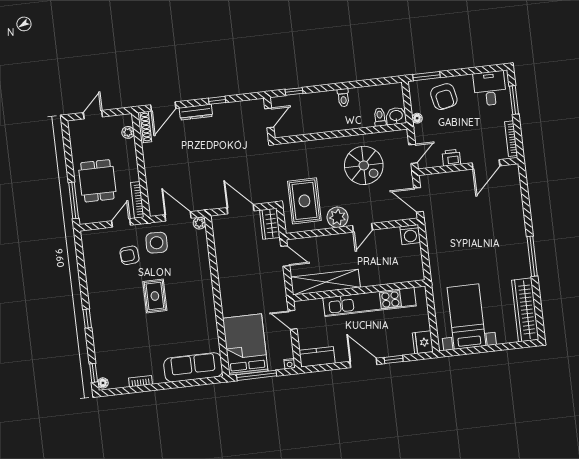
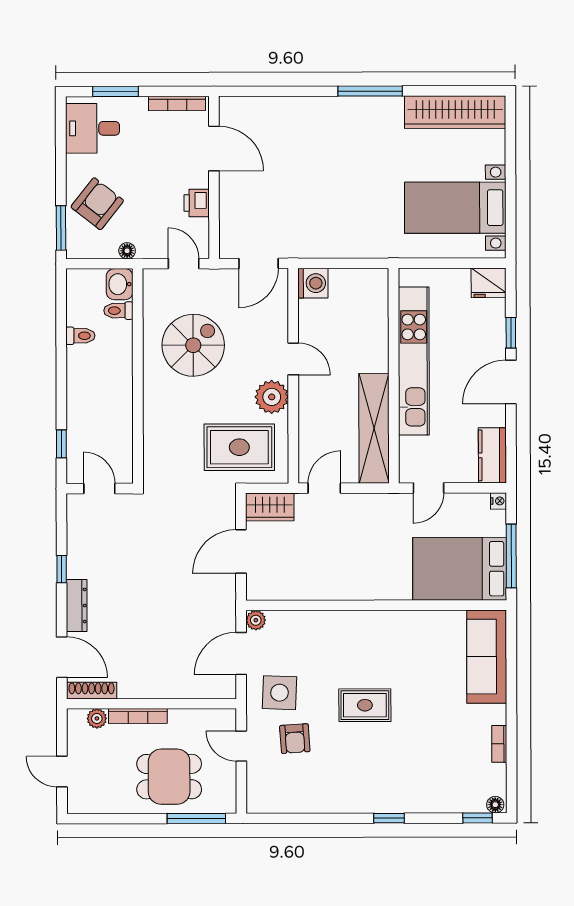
armchair: (444, 97) -> (97, 204), turned -40
toilet: (343, 98) -> (80, 336), moved
bookcase: (137, 200) -> (138, 716), moved

